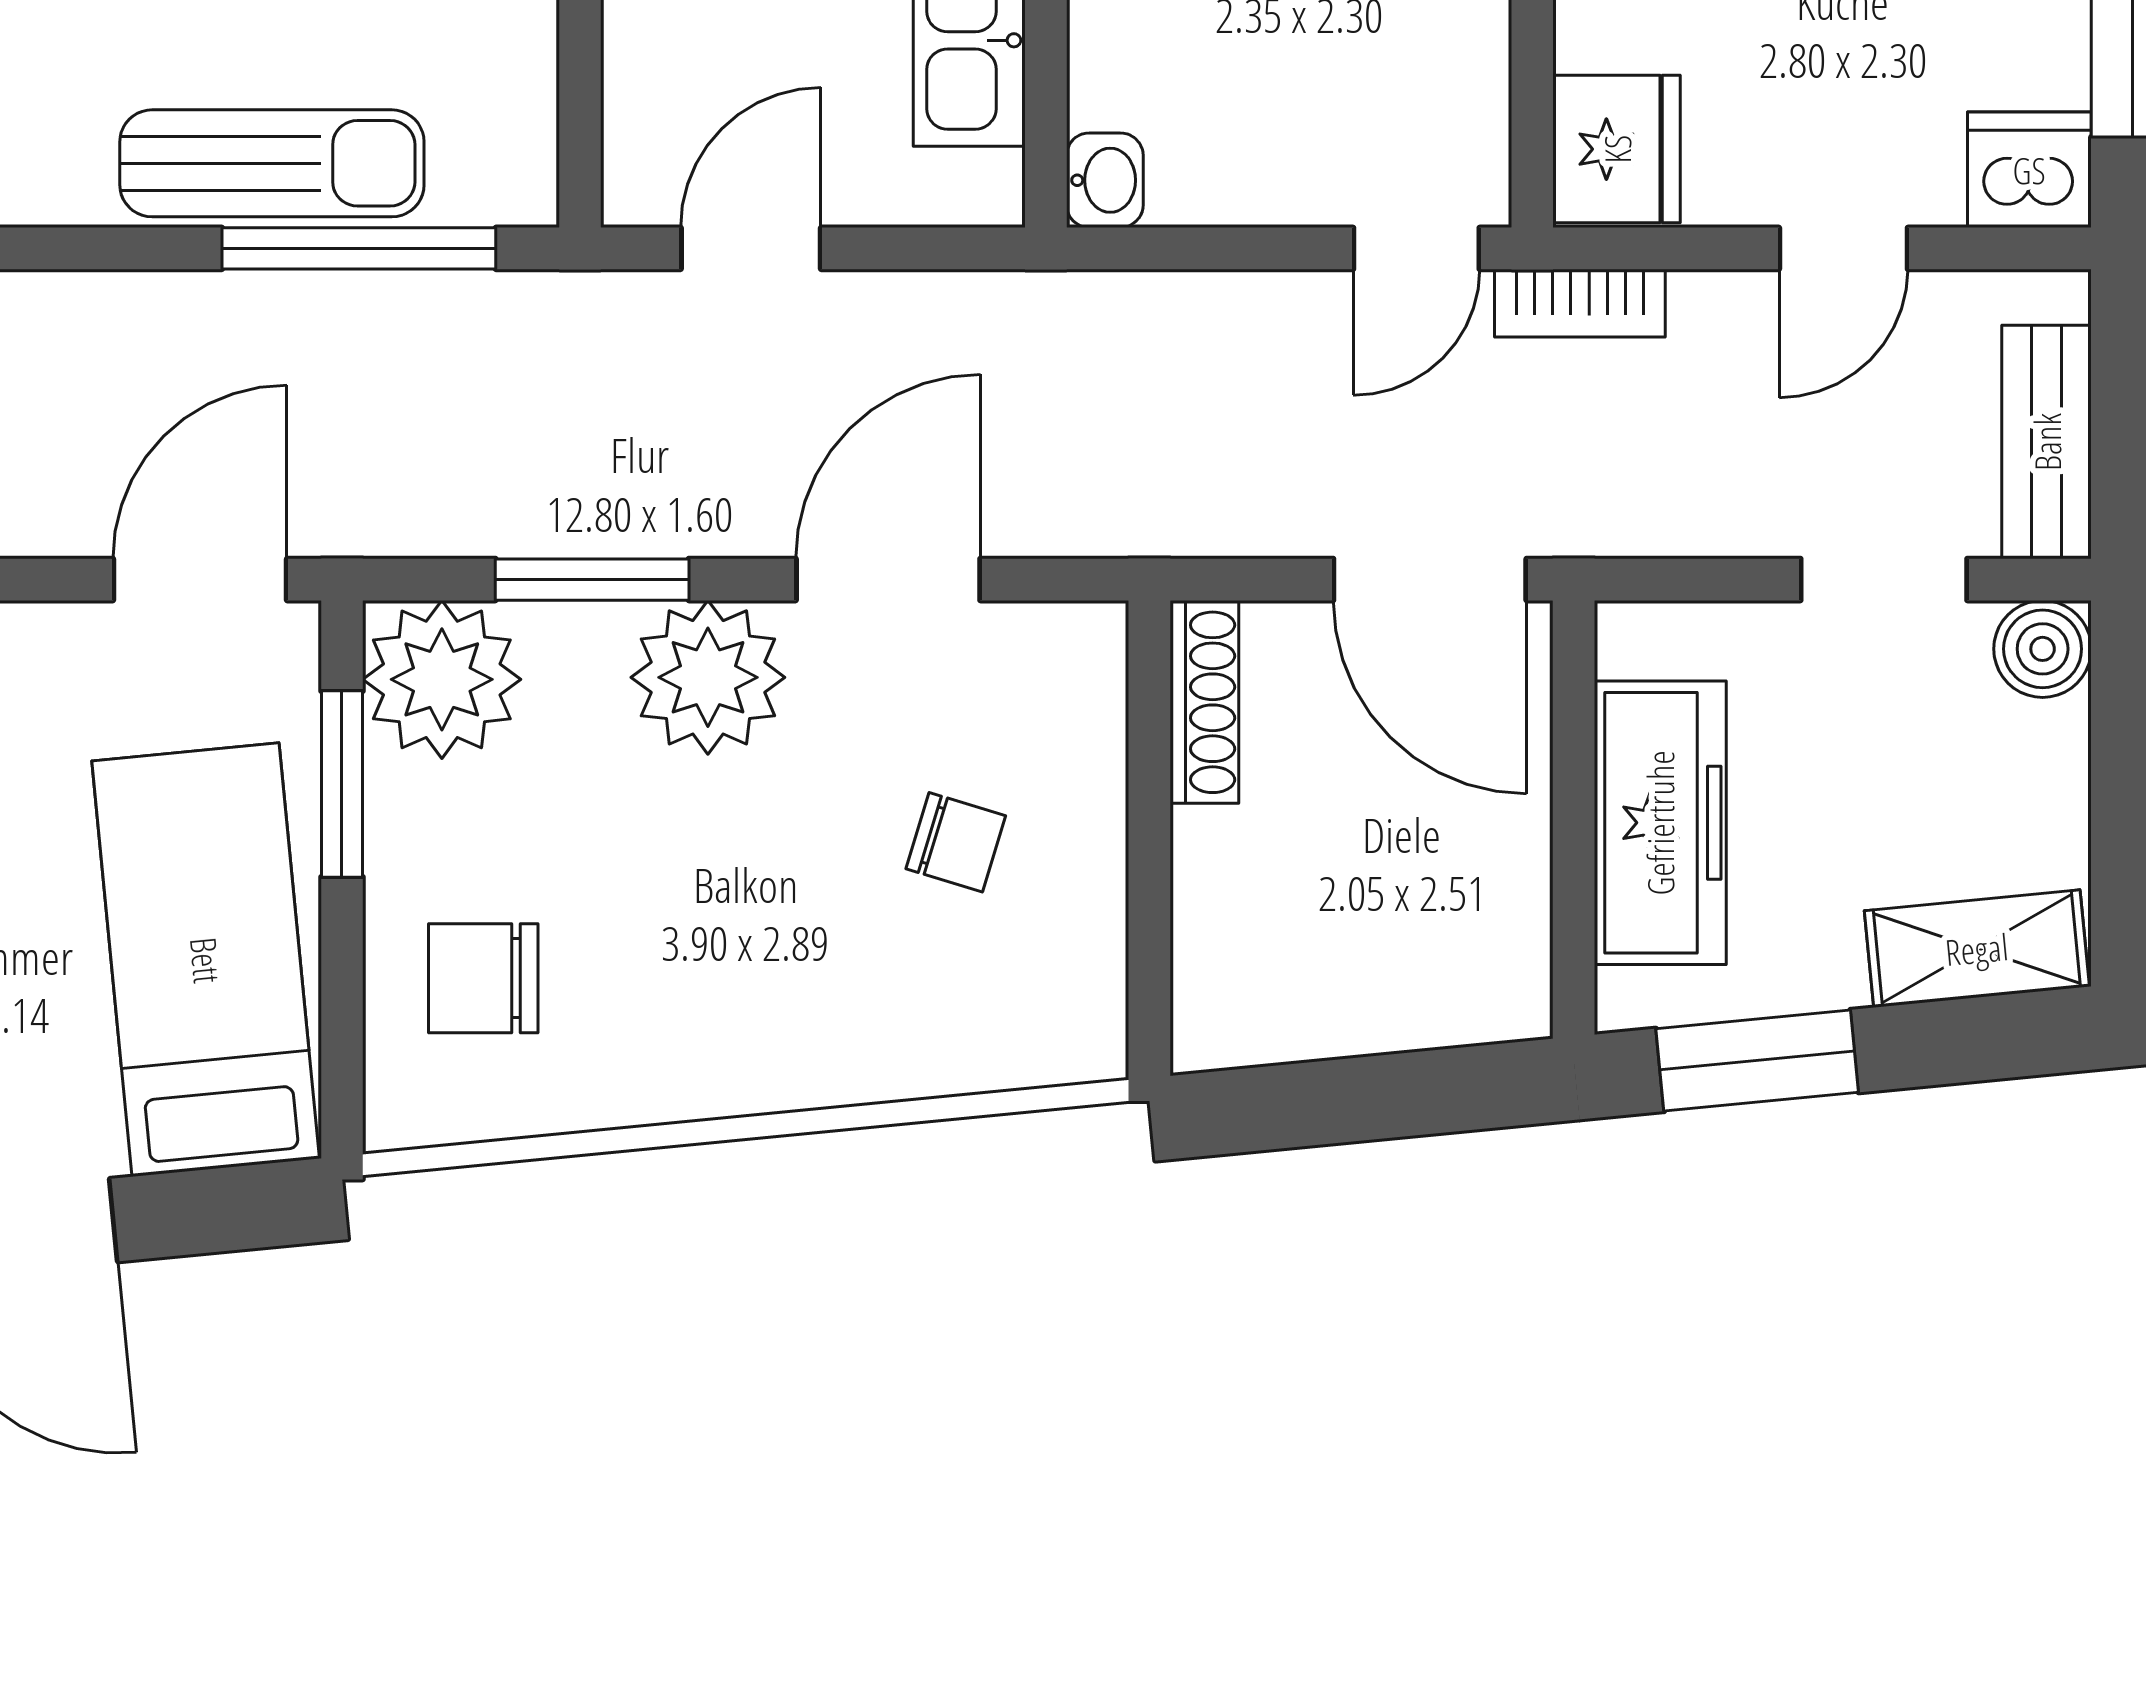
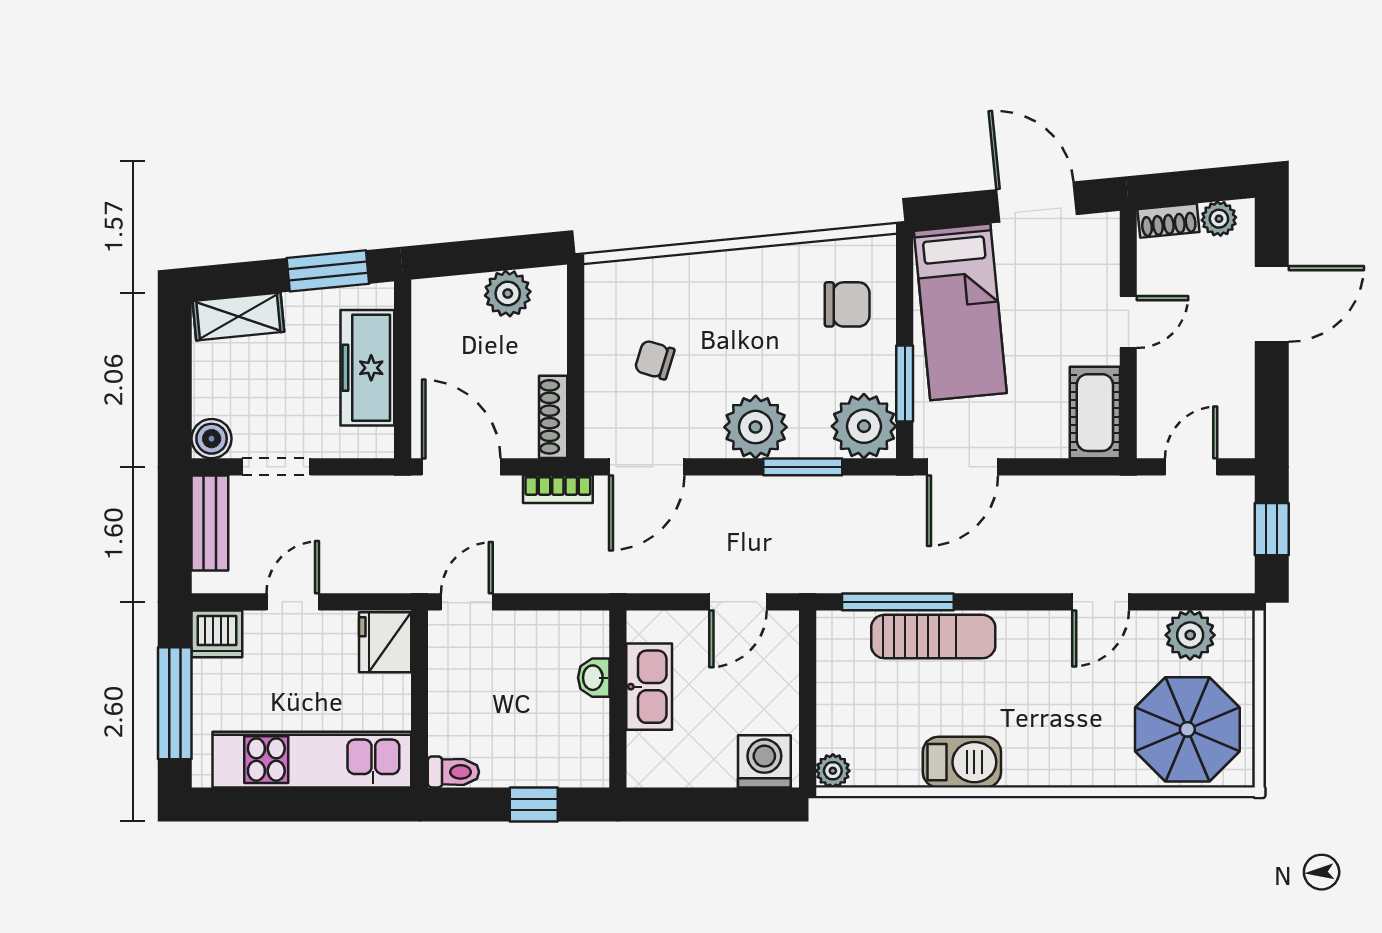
sun lounger: (272, 163) -> (933, 637), turned 180
washbasin: (1105, 180) -> (594, 678), moved
bookcase: (1580, 303) -> (558, 489), moved, turned 180
door: (888, 580) -> (647, 467), moved
plant: (1316, 1005) -> (508, 293), added

